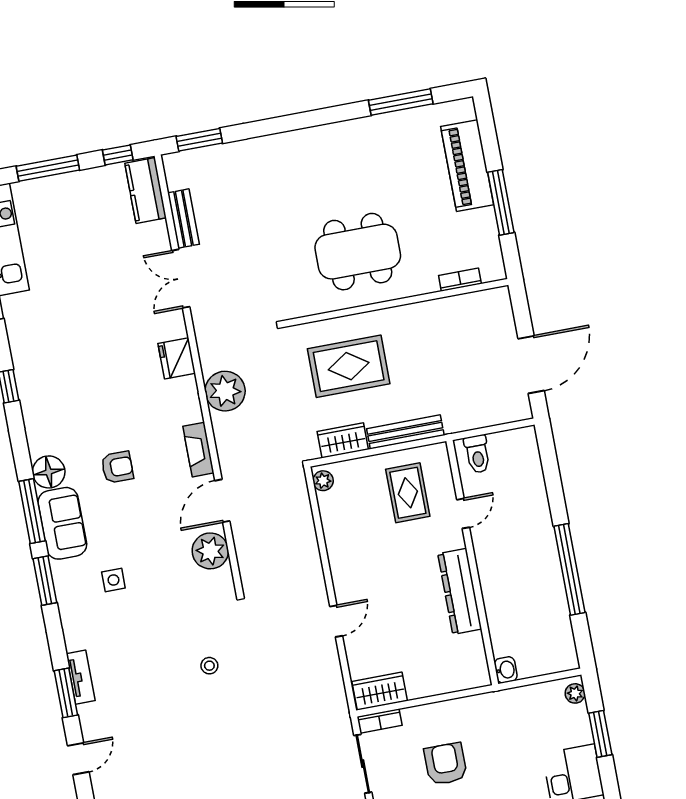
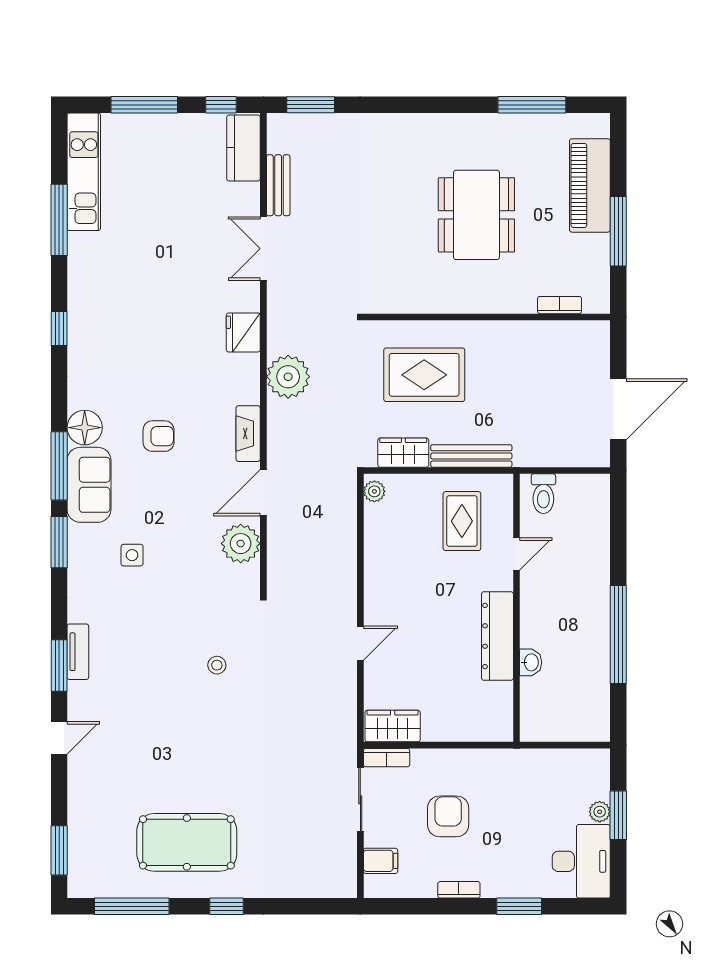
dining table: (358, 252) -> (476, 215), moved, turned 90
washbasin: (506, 670) -> (531, 662), moved
plant: (575, 693) -> (600, 812), moved

